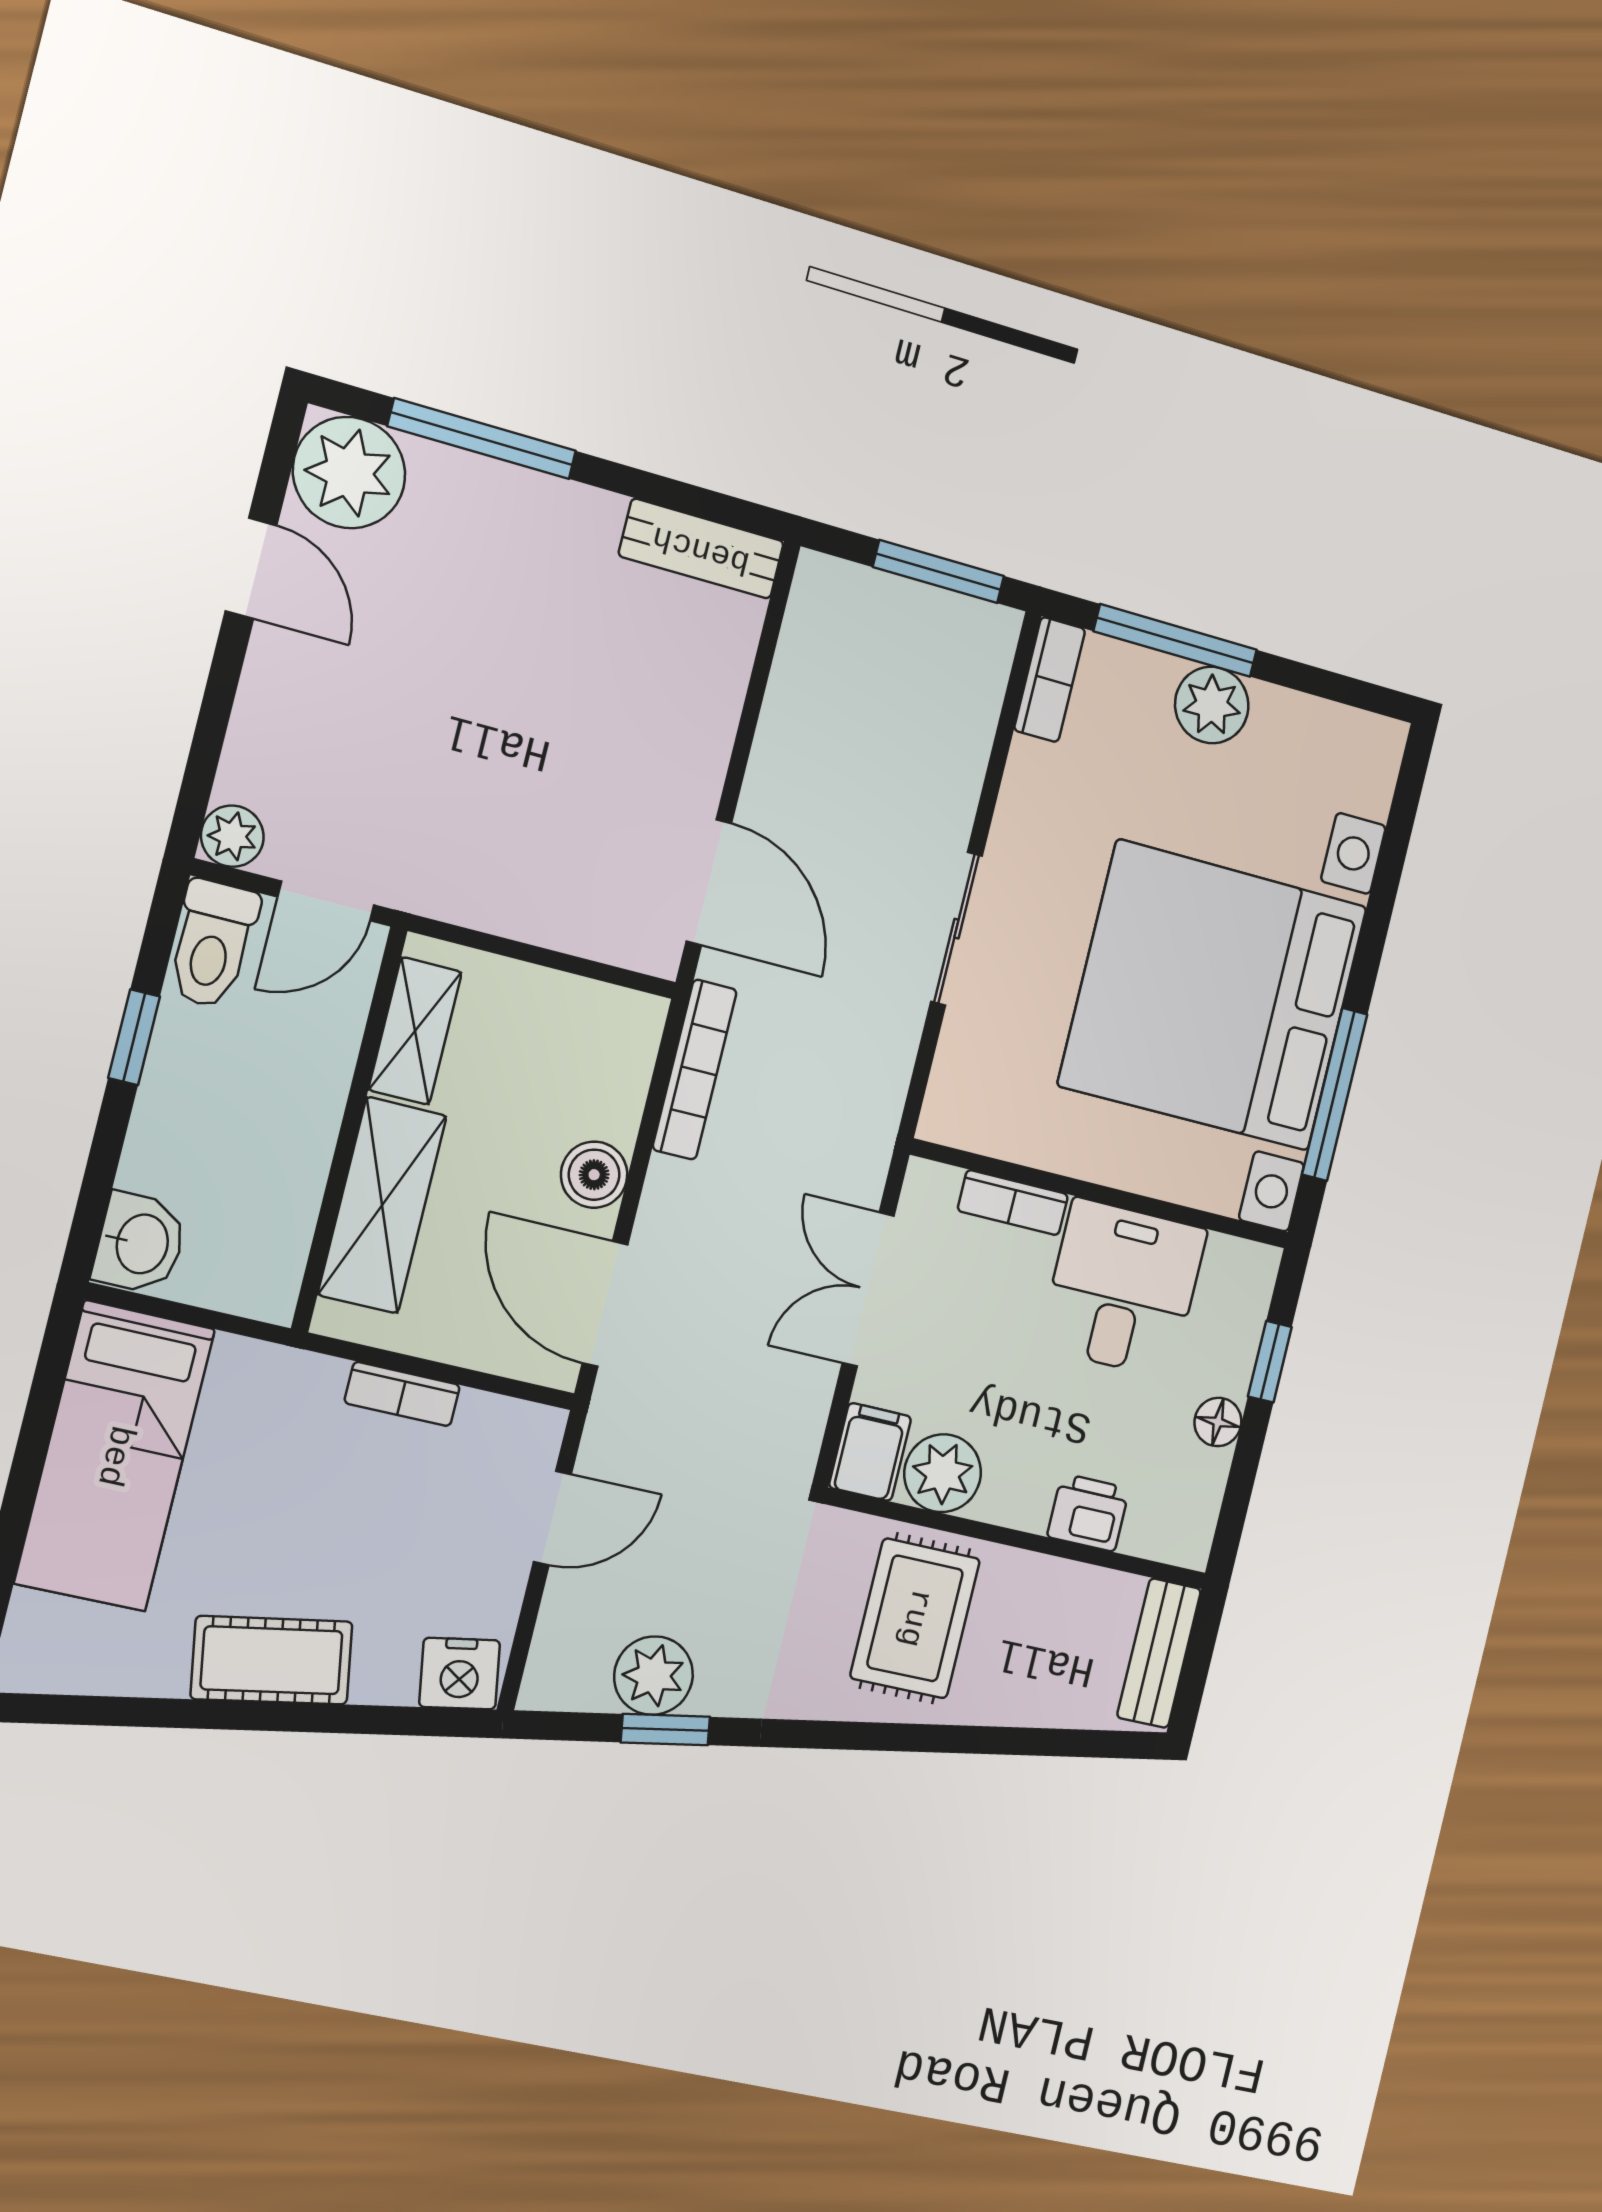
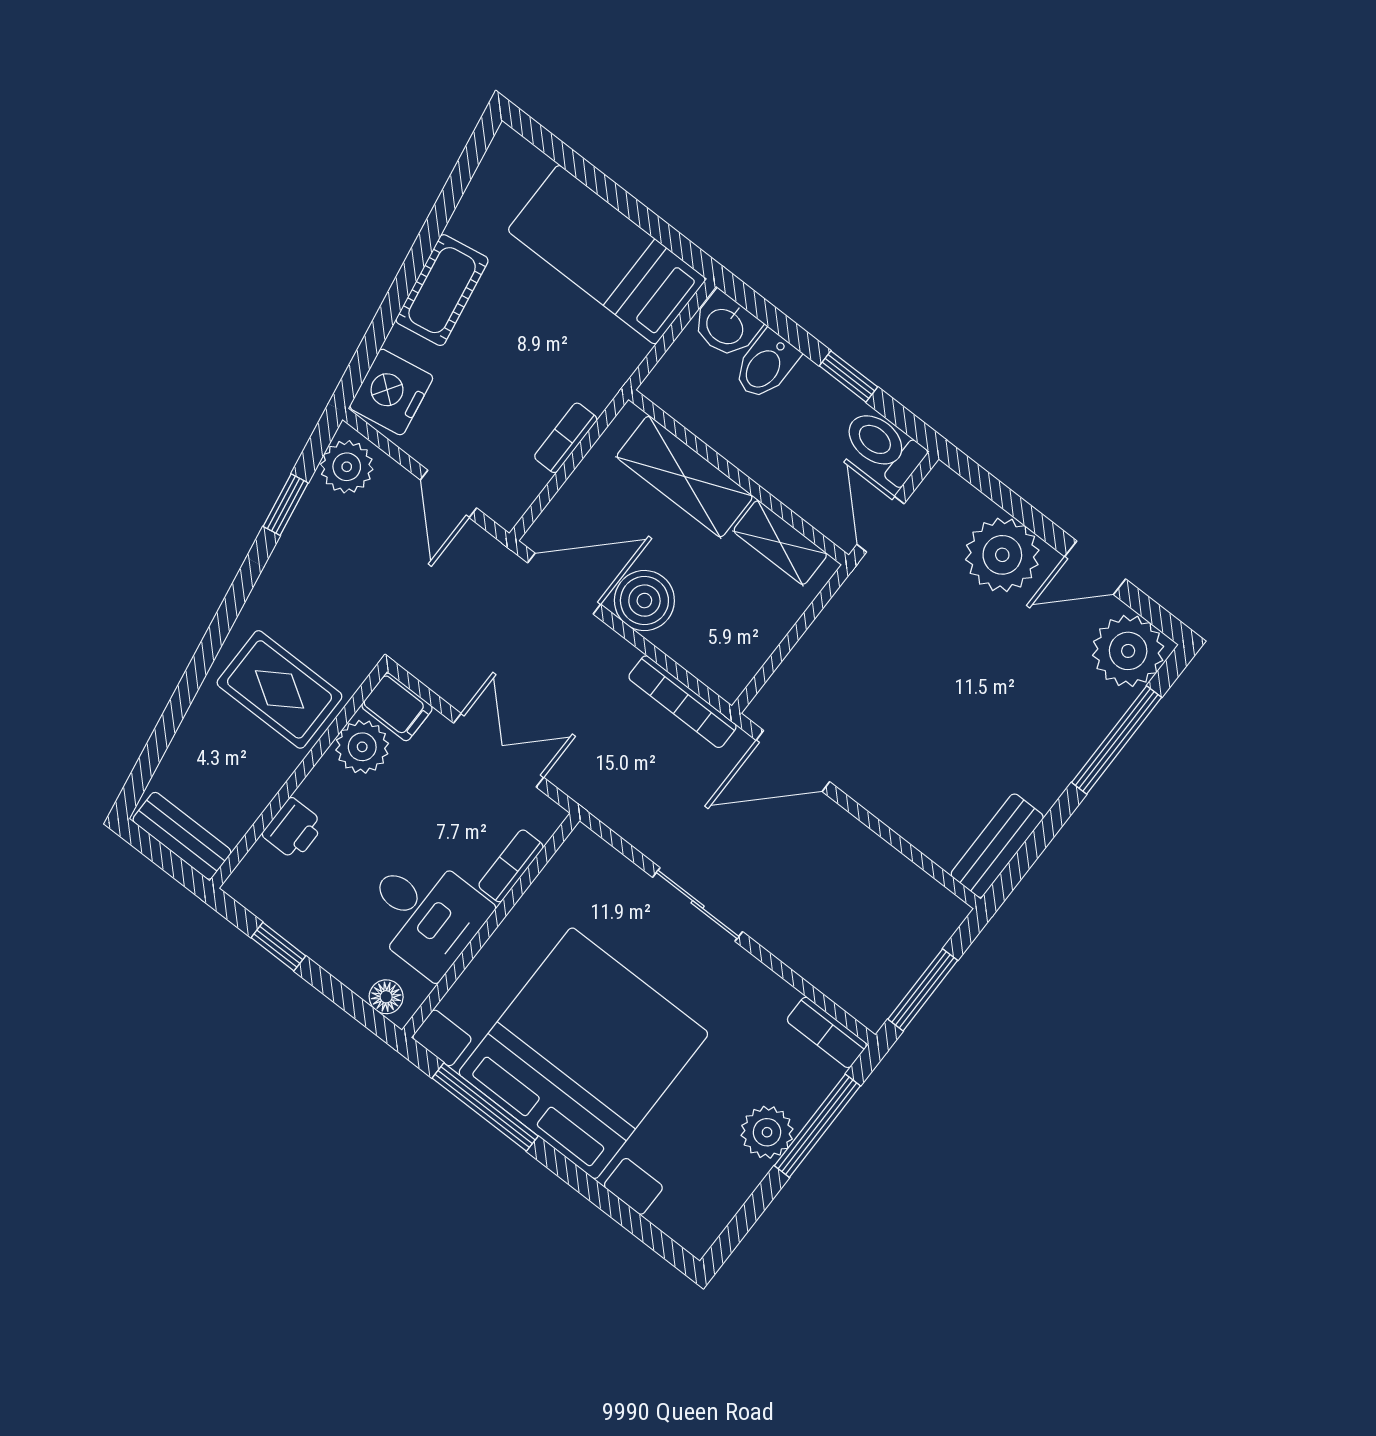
plant: (232, 836) -> (1002, 555), moved, width x1.88, depth x1.88
bidet: (172, 1161) -> (766, 365), added
boiler: (594, 1175) -> (644, 601), width x1.36, depth x1.36
window: (1270, 1362) -> (278, 947), moved
floor lamp: (1218, 1422) -> (386, 997), moved
nightstand: (460, 1674) -> (391, 392), width x1.36, depth x1.33
plant: (653, 1676) -> (347, 467), moved

